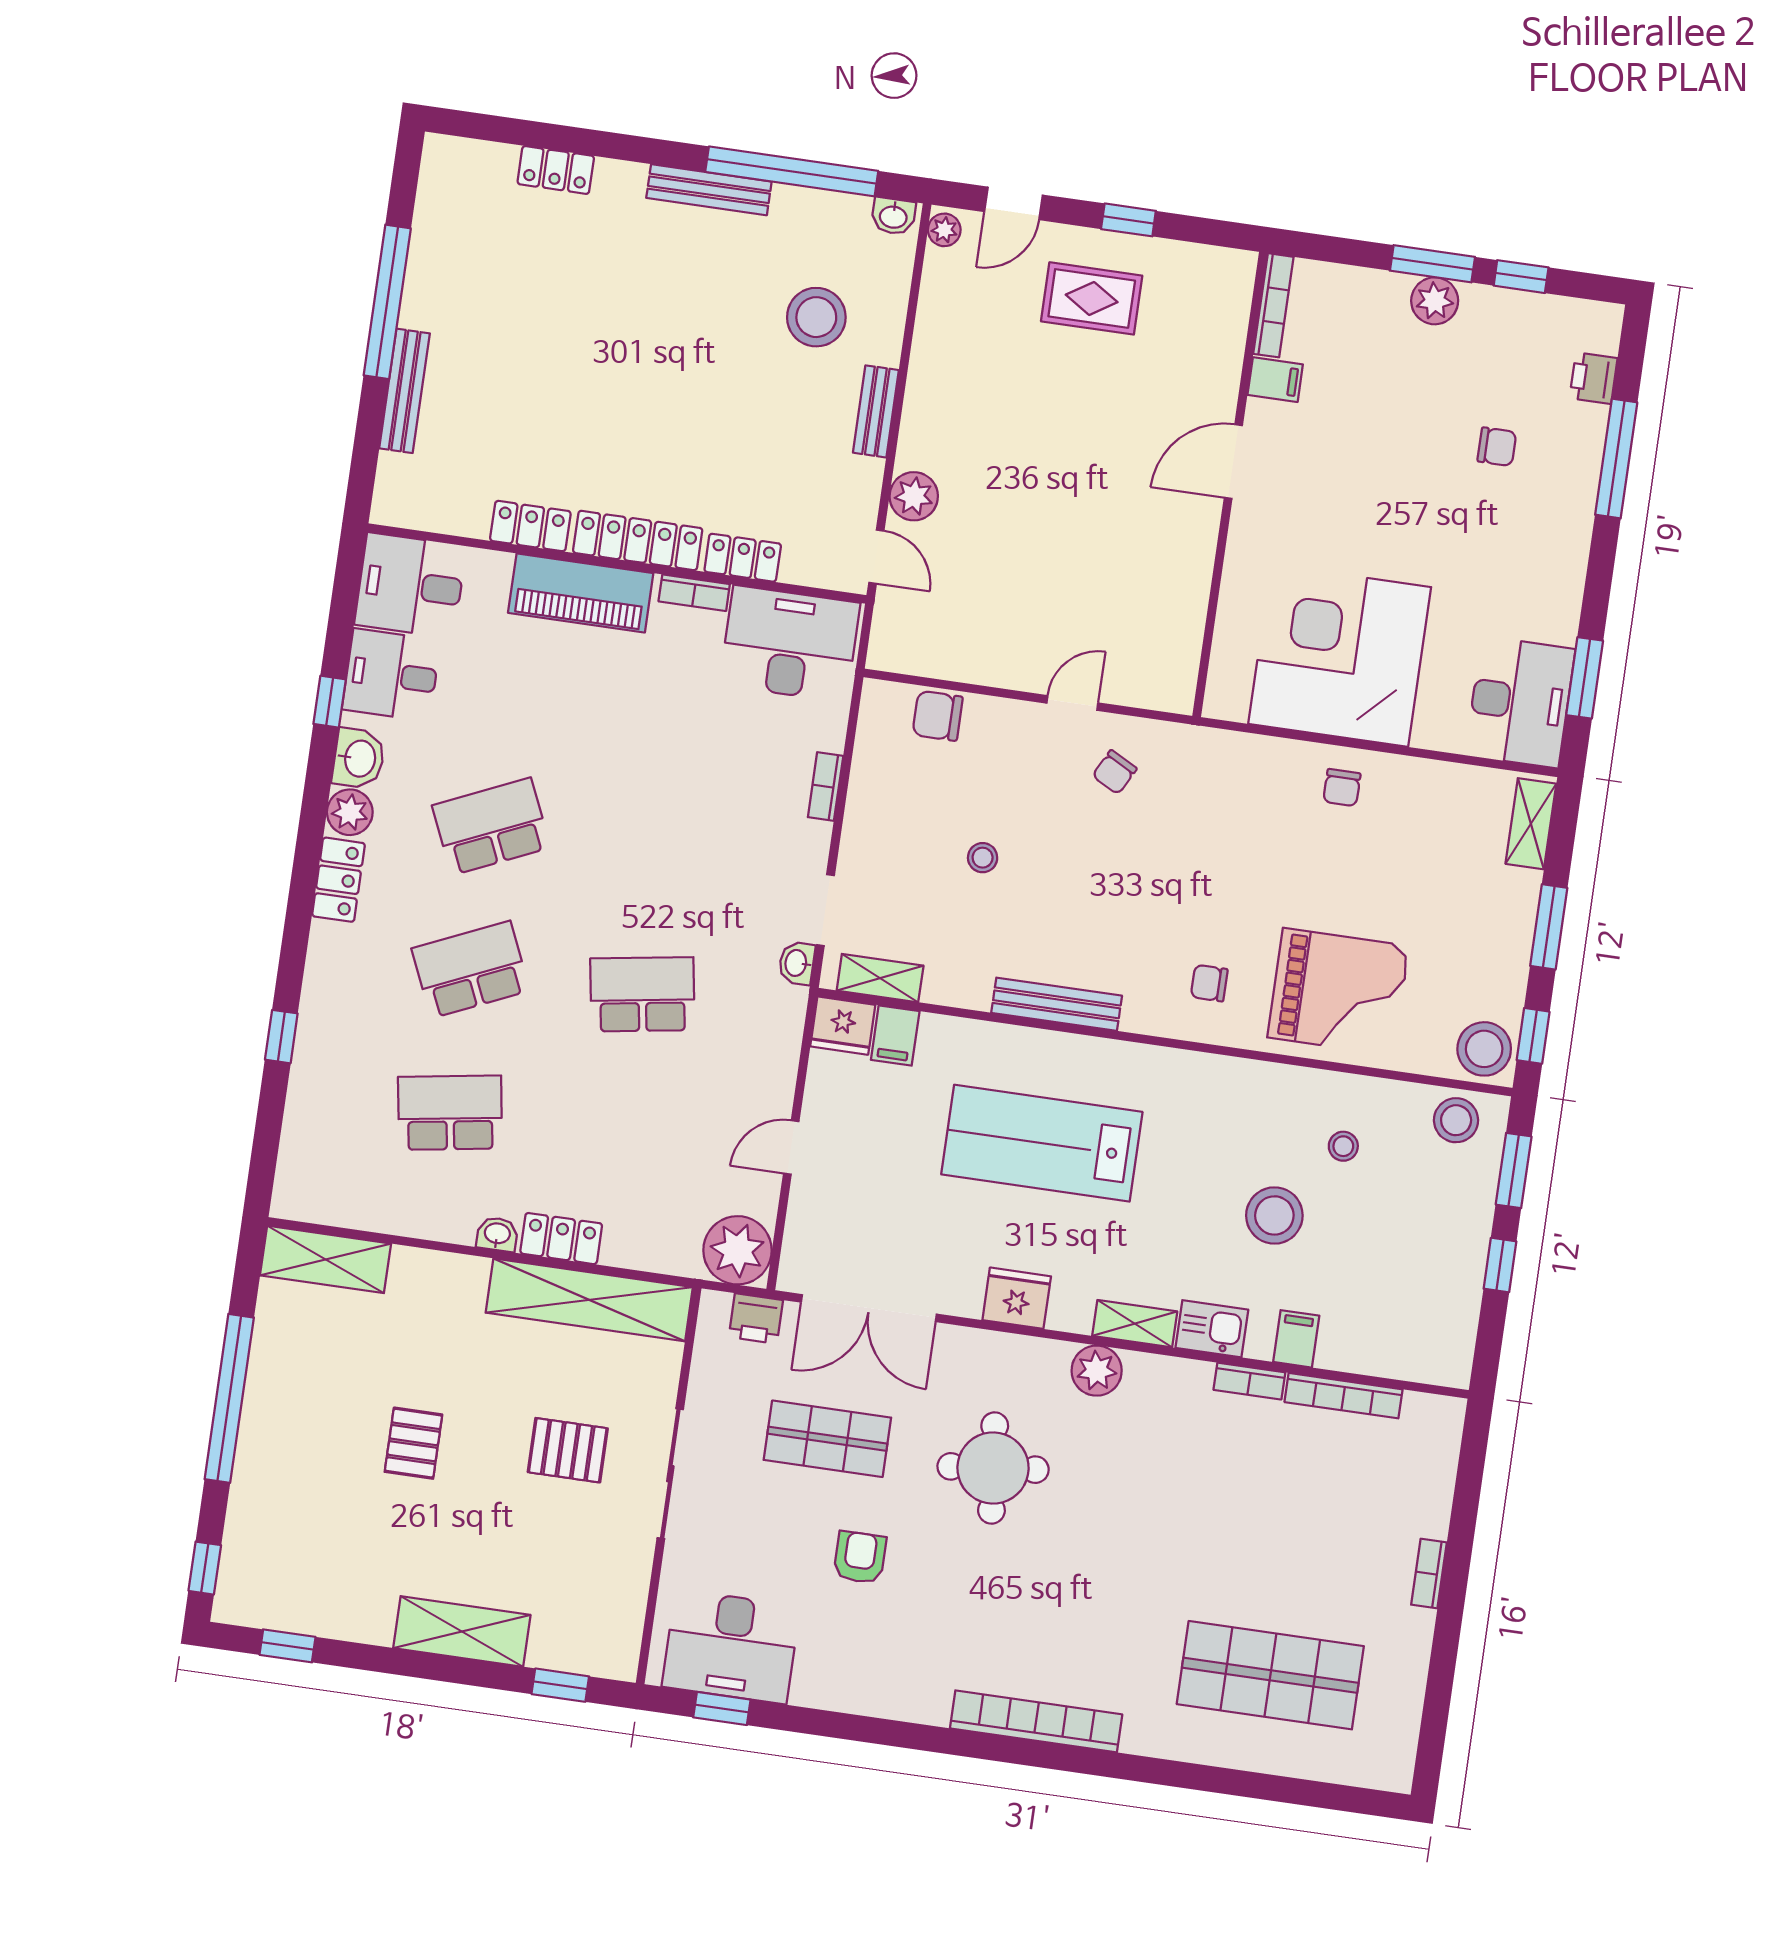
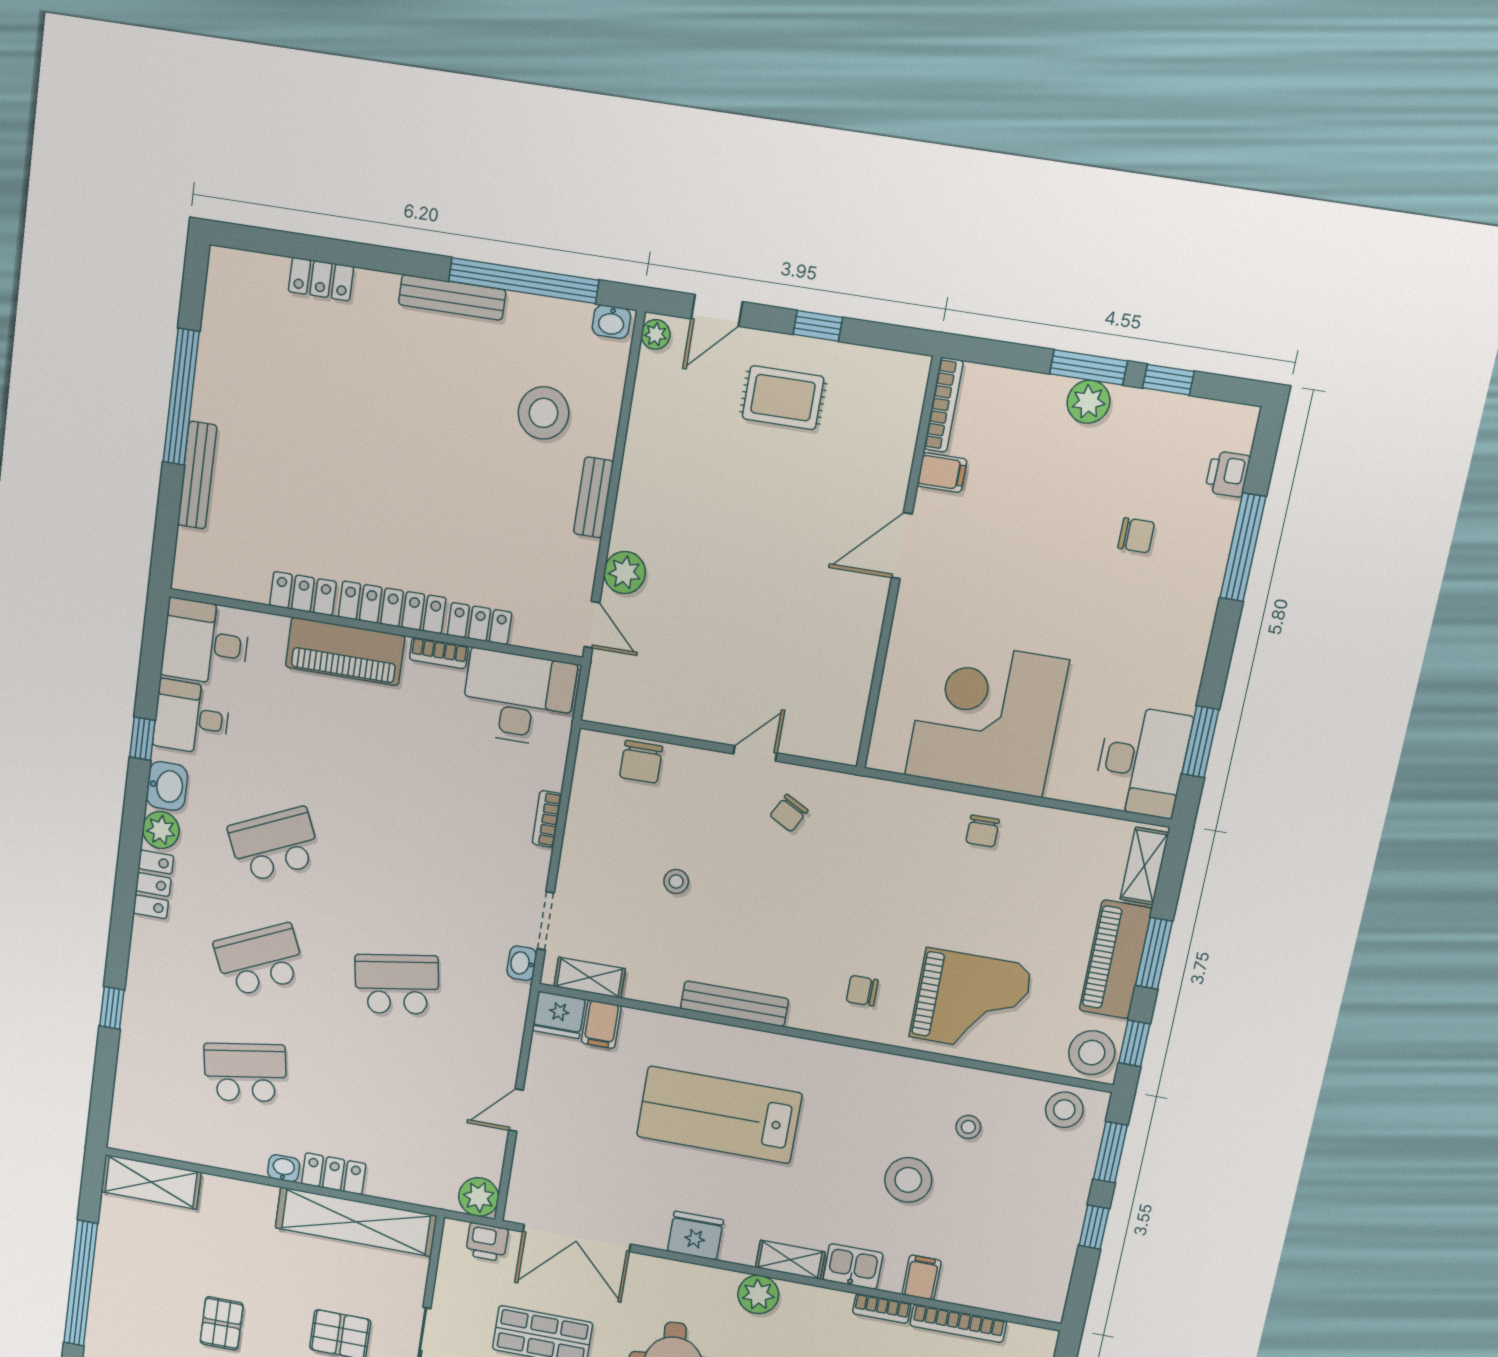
chair: (938, 716) -> (641, 762), turned -90
piano: (1505, 935) -> (1115, 959), added
plant: (738, 1250) -> (479, 1197), width x0.73, depth x0.73

